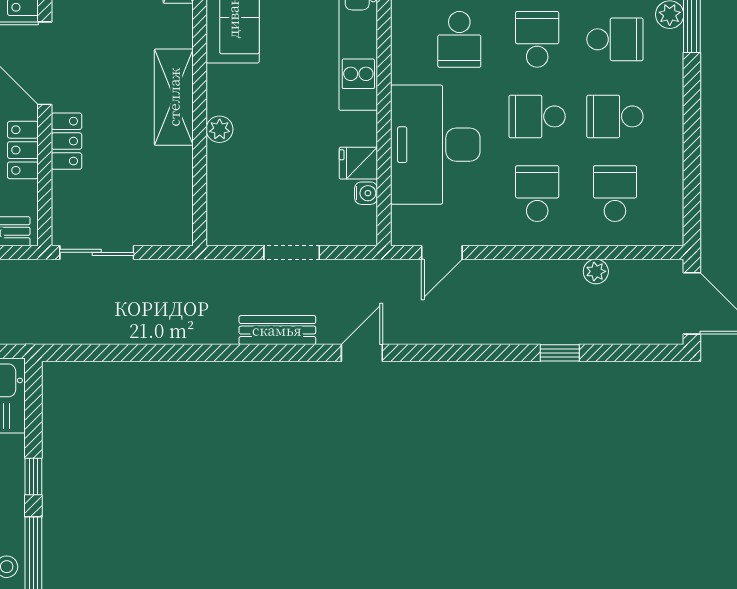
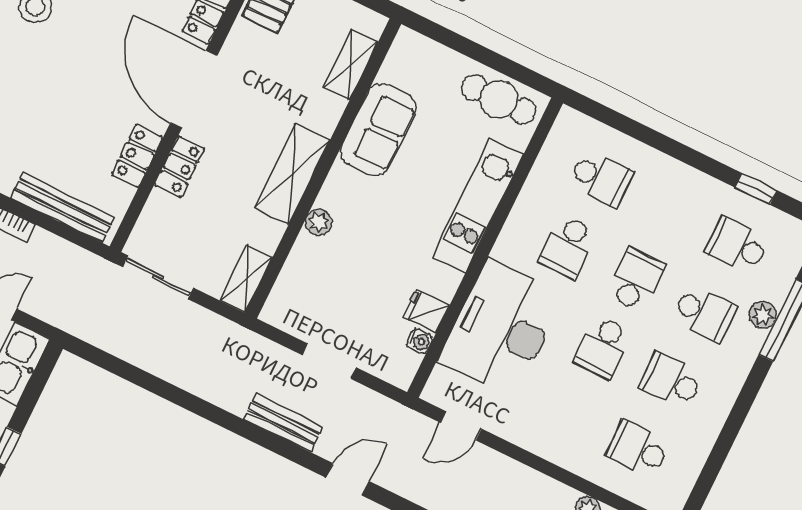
school desk: (537, 116) -> (603, 347), turned -90
school desk: (537, 194) -> (570, 415), removed
school desk: (615, 194) -> (638, 448), turned -90
shelving: (179, 214) -> (246, 278), added

